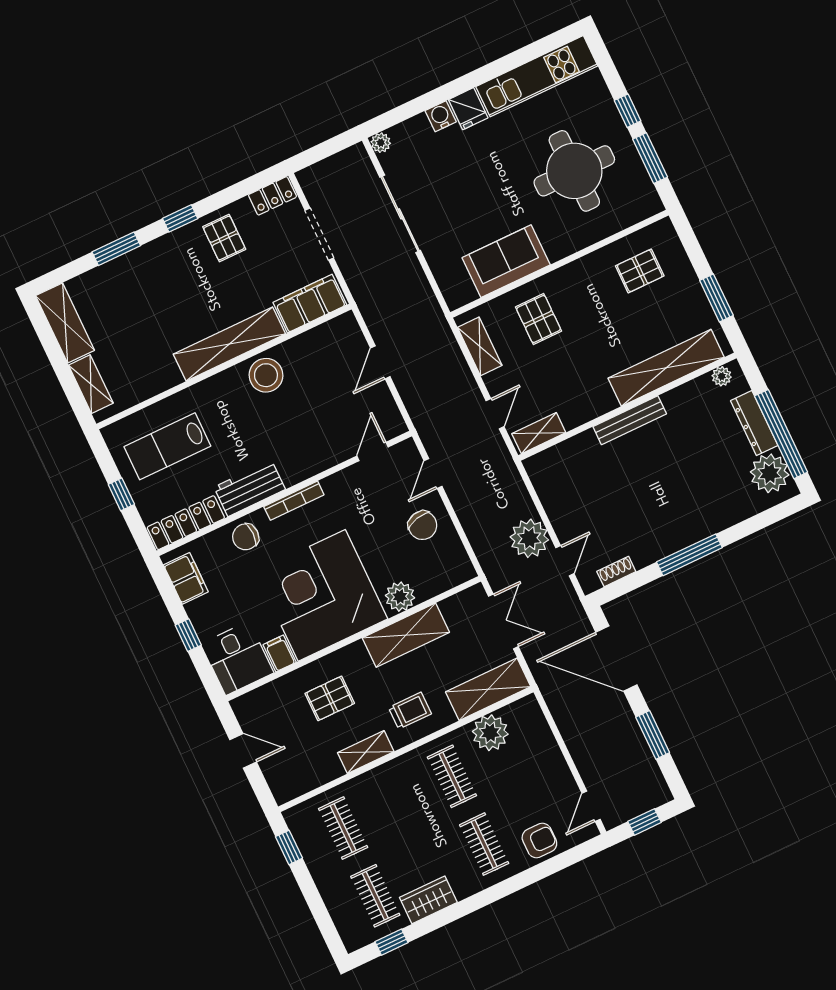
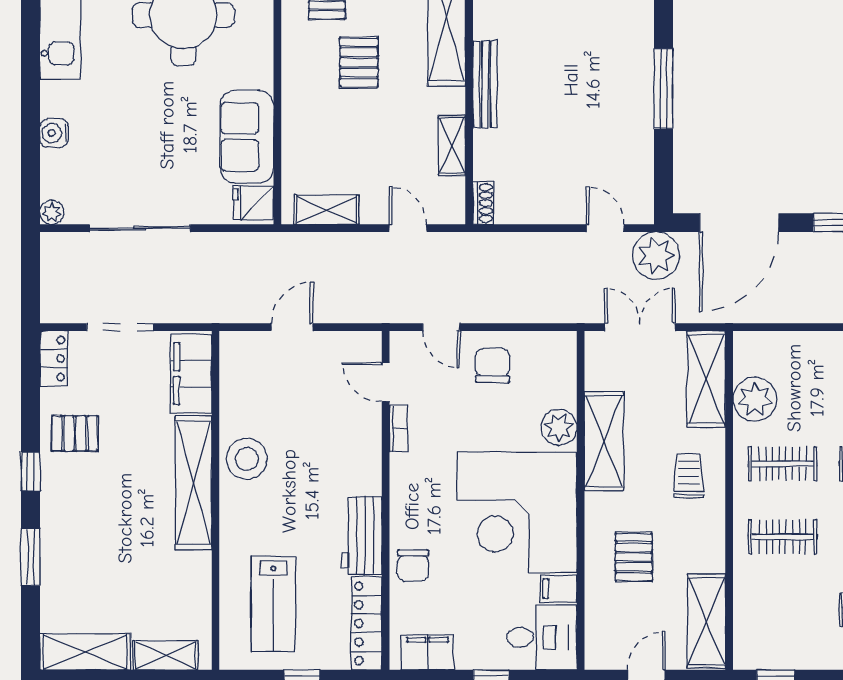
fridge: (468, 109) -> (253, 203), moved, turned 180
pallet: (539, 319) -> (359, 62), moved, turned 90
door: (380, 362) -> (292, 327), swing flipped
shelving: (539, 433) -> (452, 145), moved
bookcase: (294, 501) -> (399, 428), moved, width x0.64
chair: (423, 525) -> (493, 366), turned -76
plant: (529, 538) -> (656, 255), moved
shoe rack: (616, 571) -> (483, 203), moved, turned 180
shelving: (366, 752) -> (706, 621), moved, width x1.50, depth x1.33
clothes rail: (343, 828) -> (783, 537), moved

